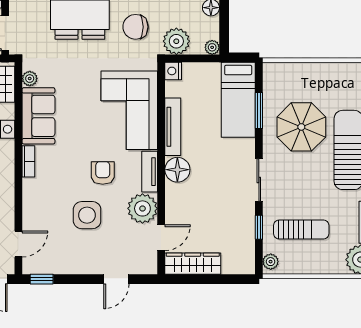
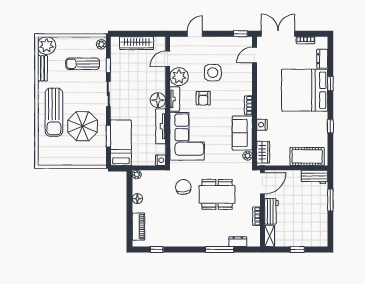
chair: (135, 27) -> (183, 187), turned -95
plant: (176, 41) -> (158, 178), removed
wardrobe: (193, 264) -> (137, 43), moved

